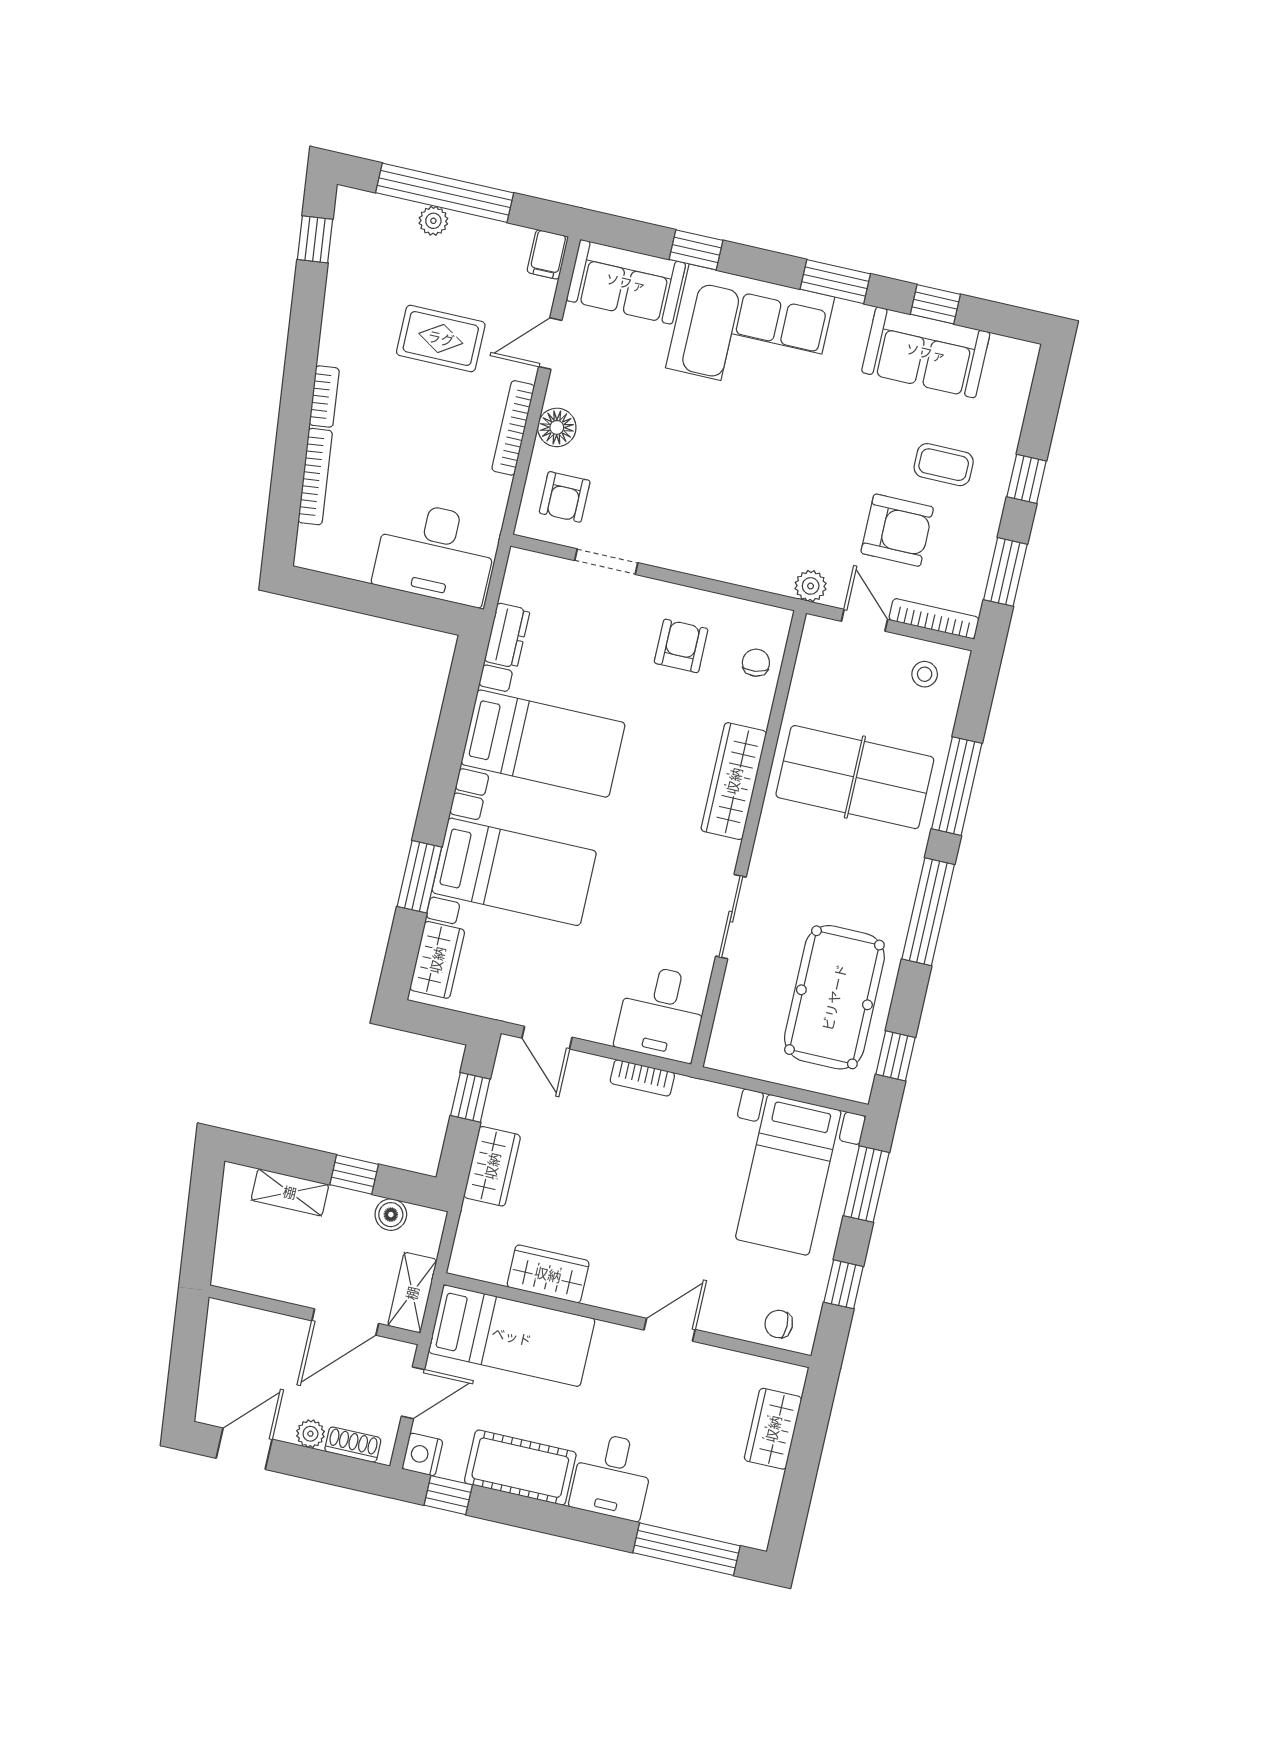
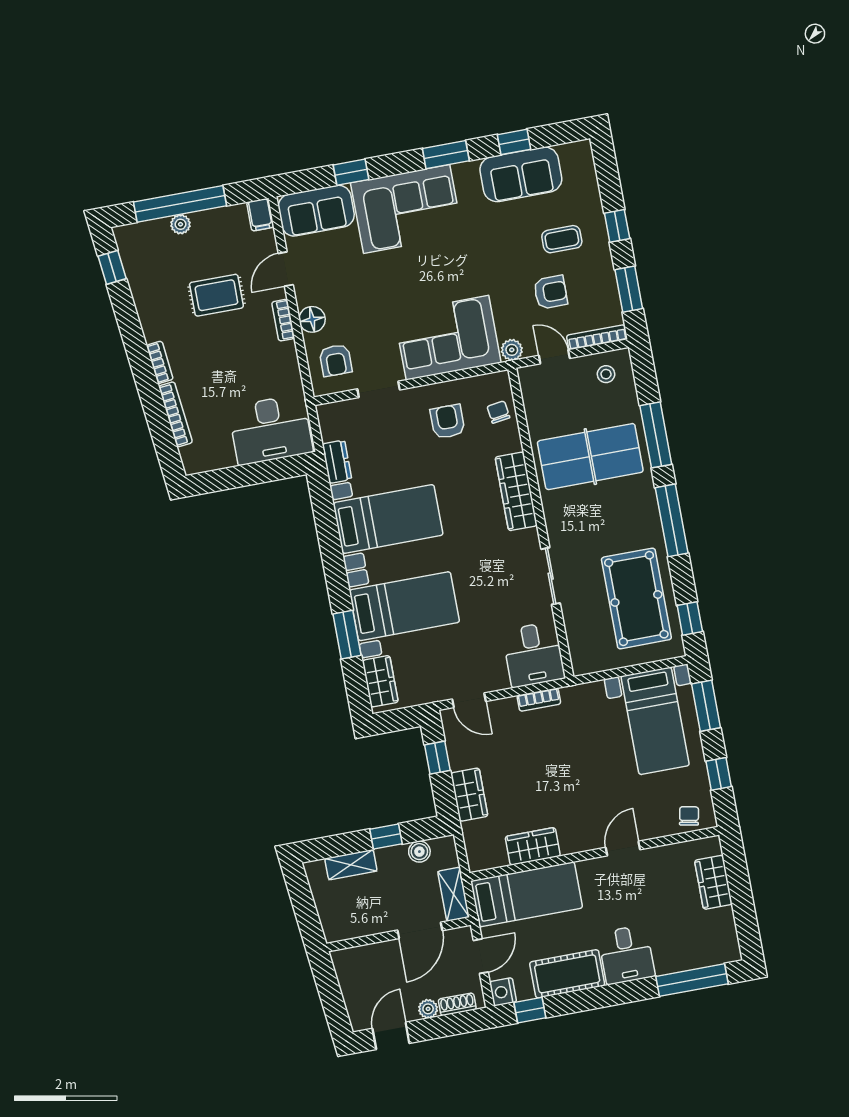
bookcase: (513, 428) -> (283, 320), width x0.64
armchair: (897, 530) -> (551, 292), width x0.72, depth x0.72
corner sofa: (730, 532) -> (447, 338), added
chair: (779, 1324) -> (689, 816), turned 101

